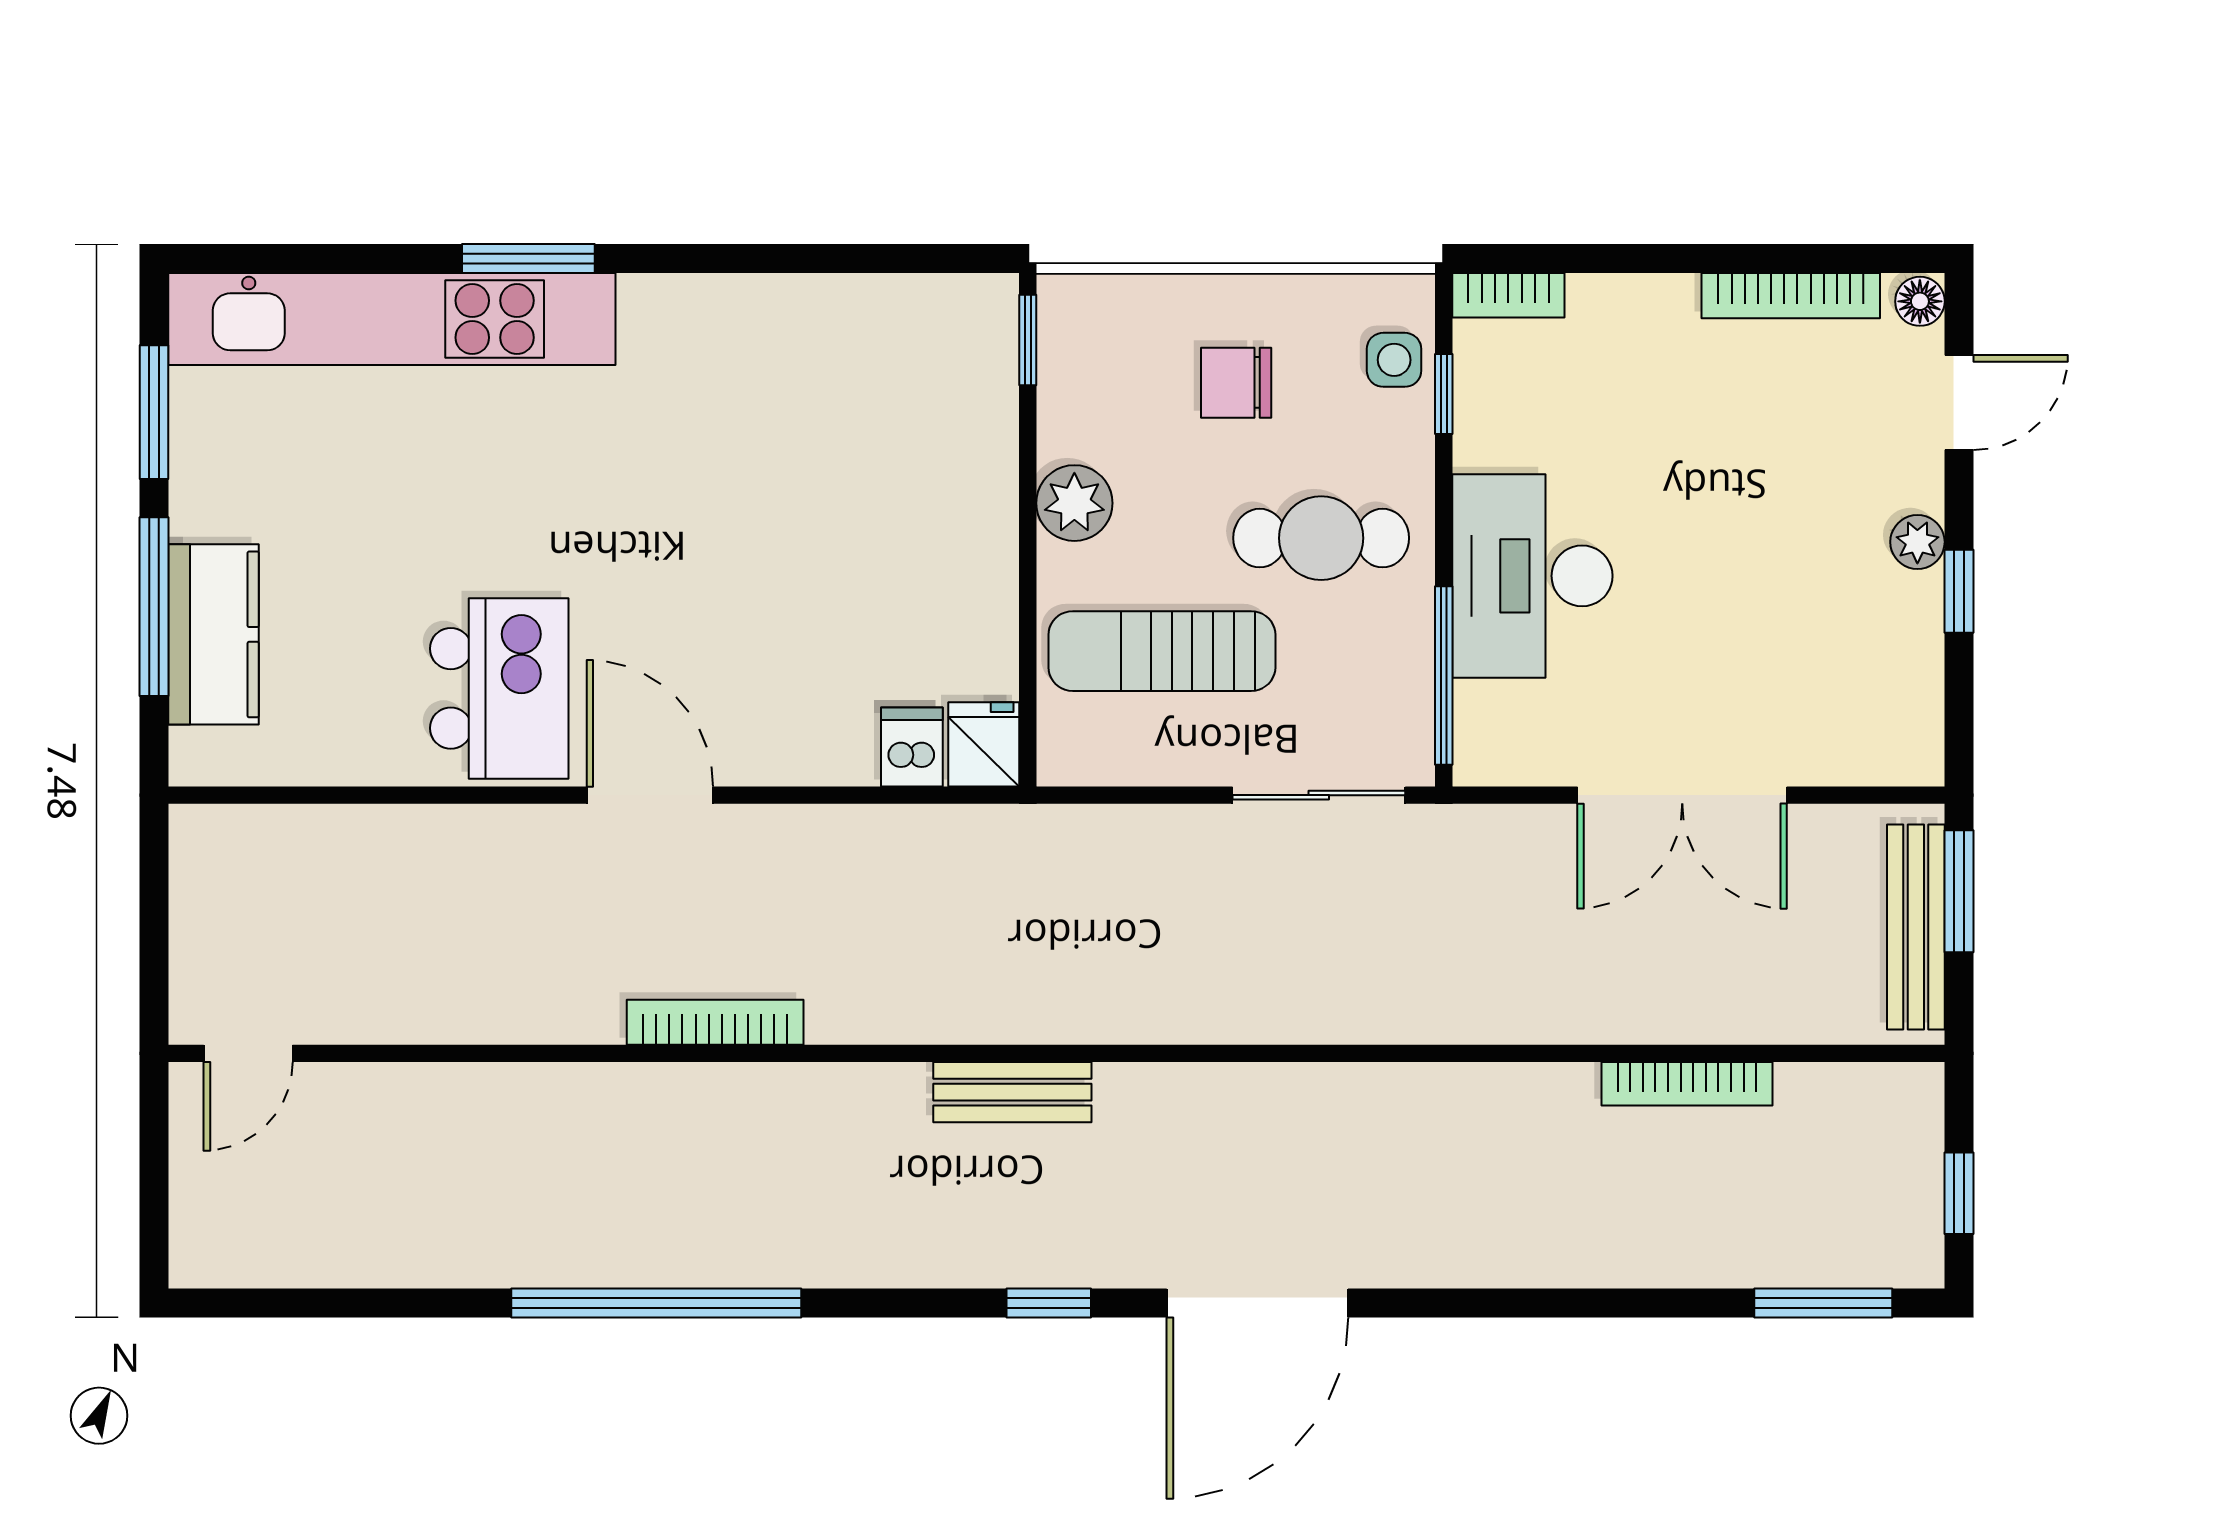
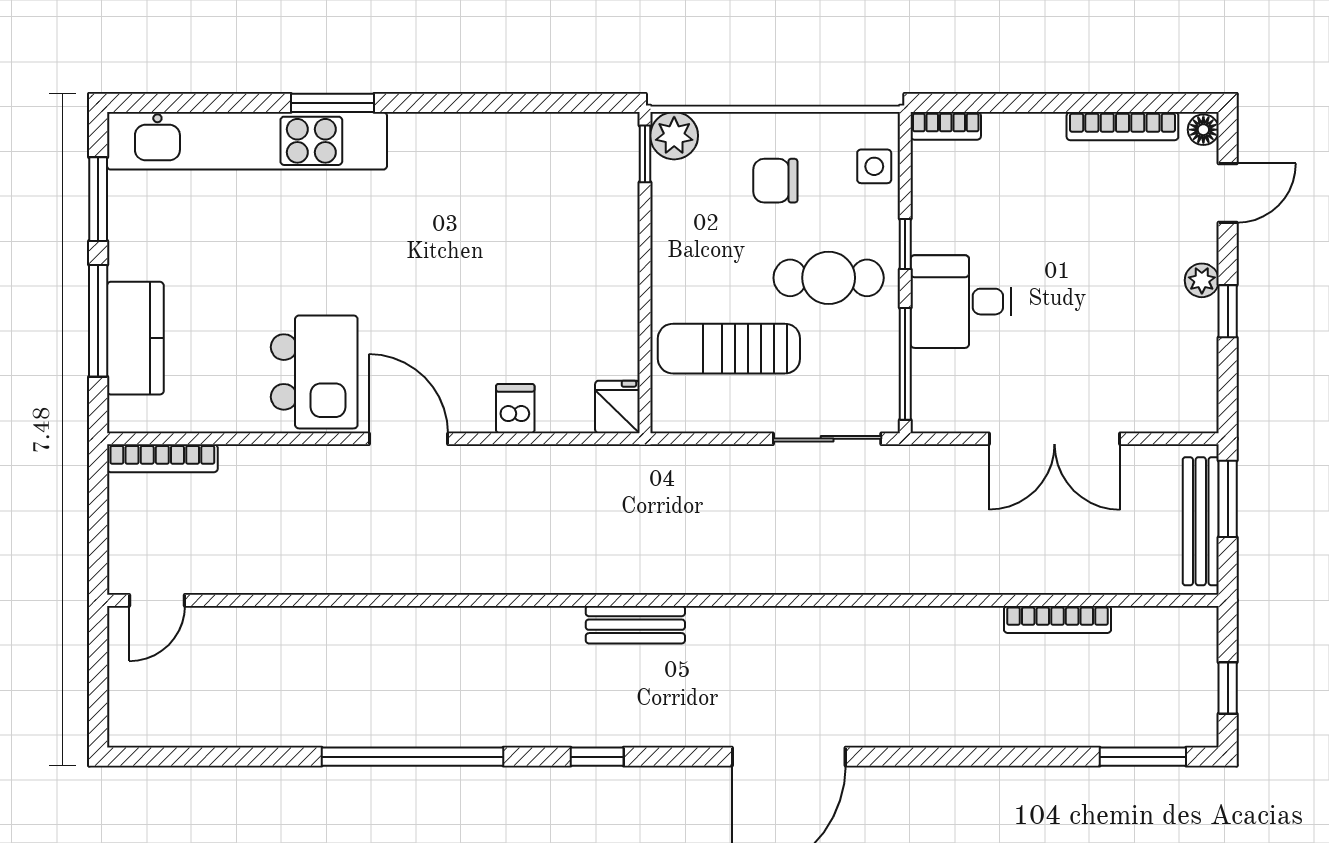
window: (1444, 394) -> (905, 244), moved
plant: (1074, 503) -> (674, 136), moved
desk: (1532, 576) -> (961, 302), width x0.73
dishwasher: (912, 747) -> (515, 409), moved
bookcase: (715, 1022) -> (162, 458), moved, turned 180
window: (1049, 1303) -> (597, 757), moved

